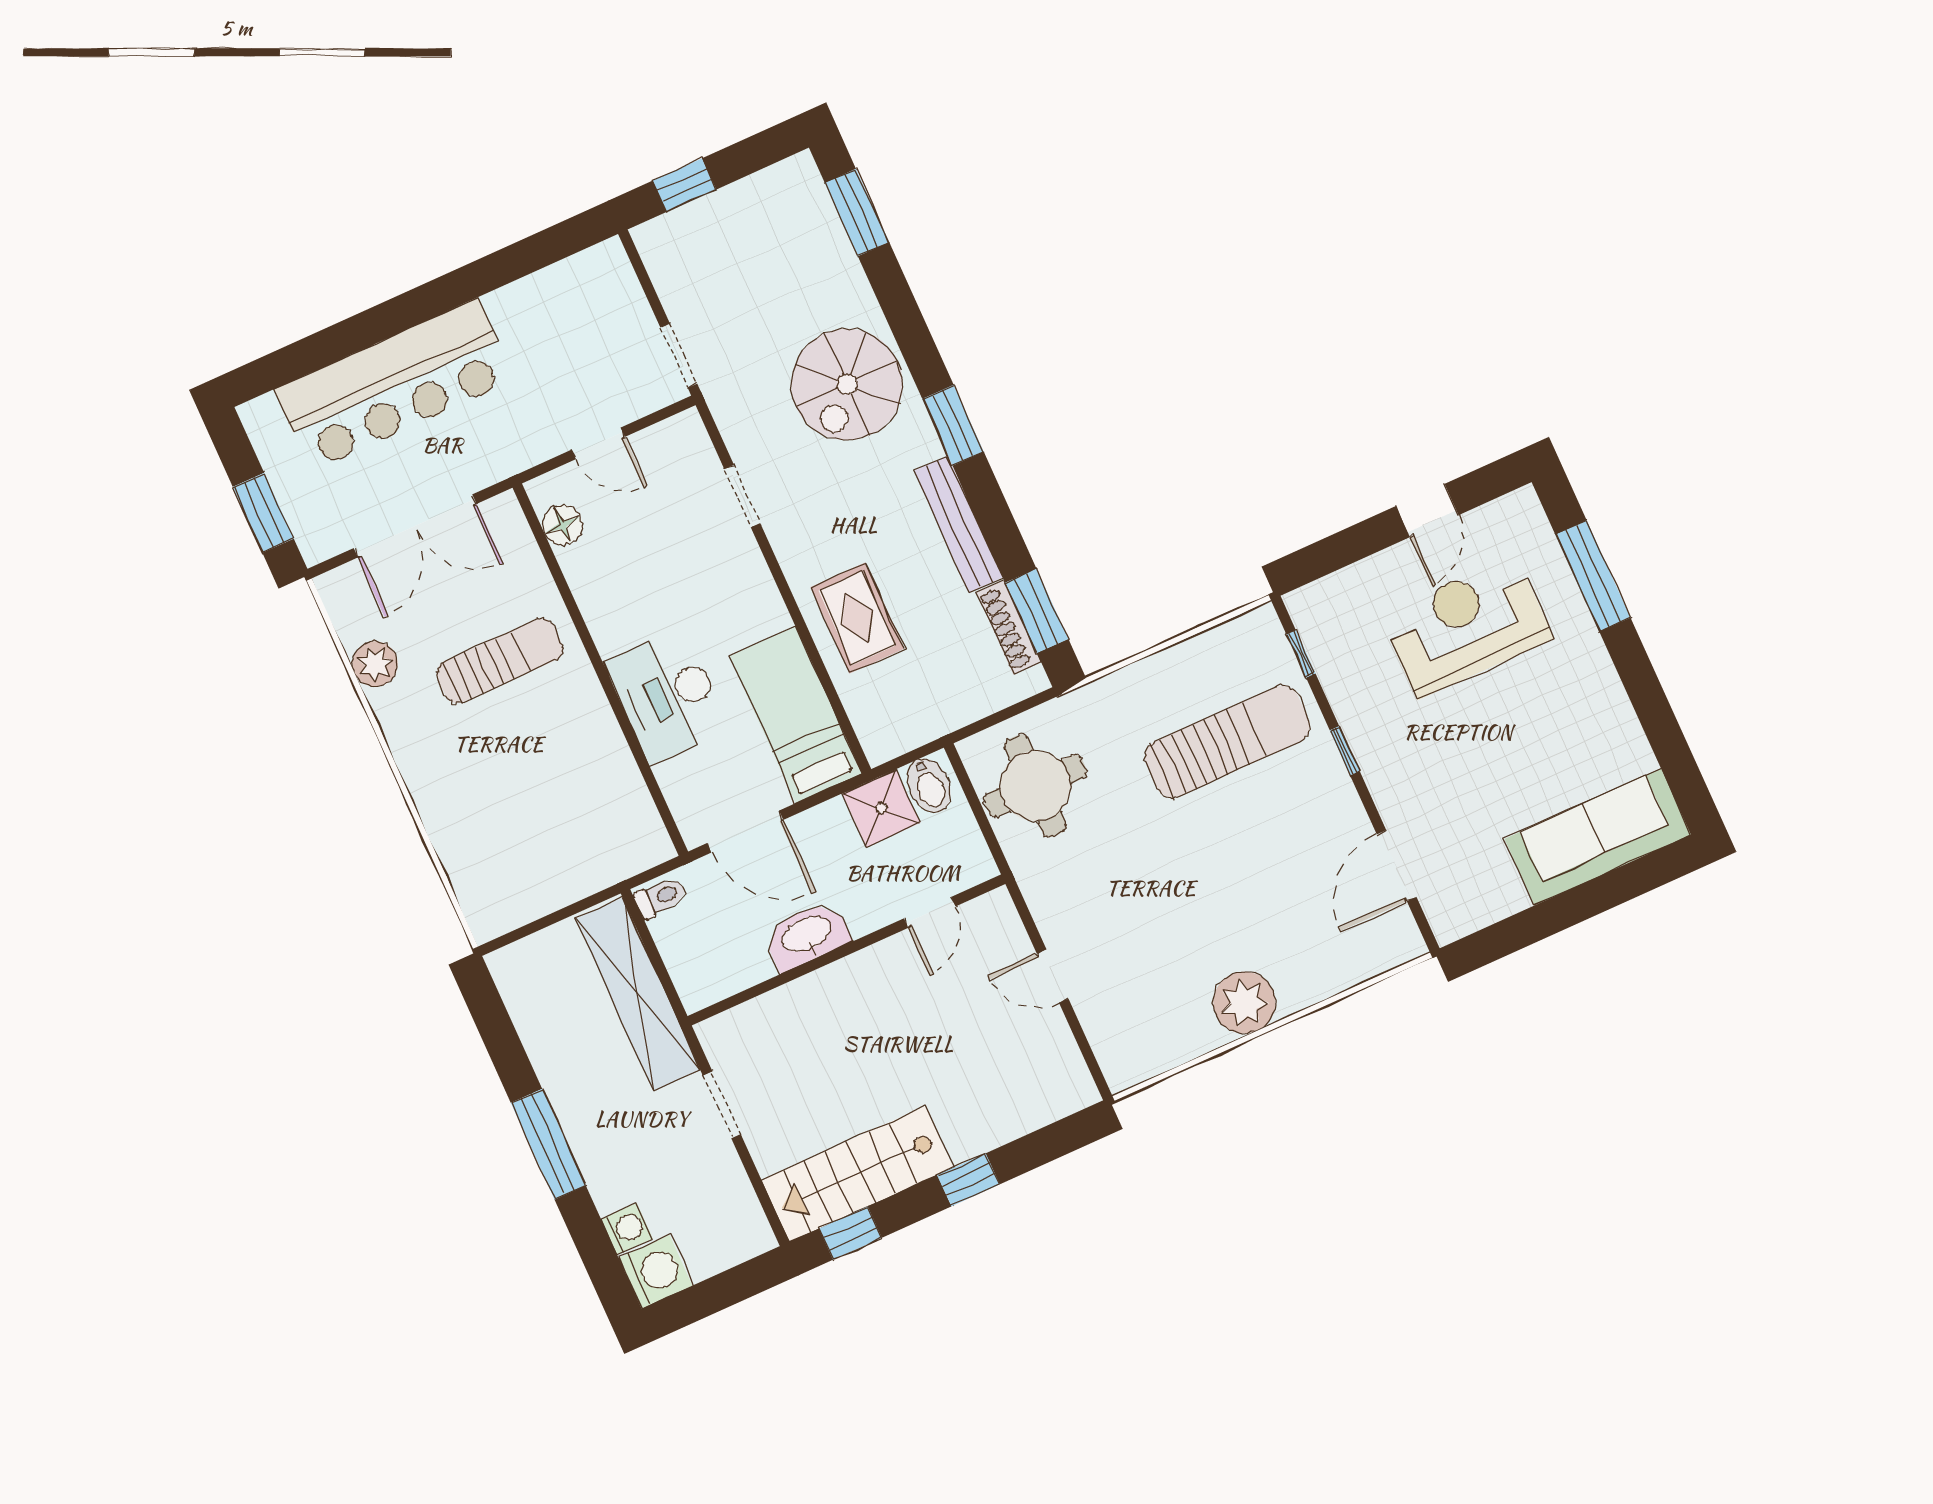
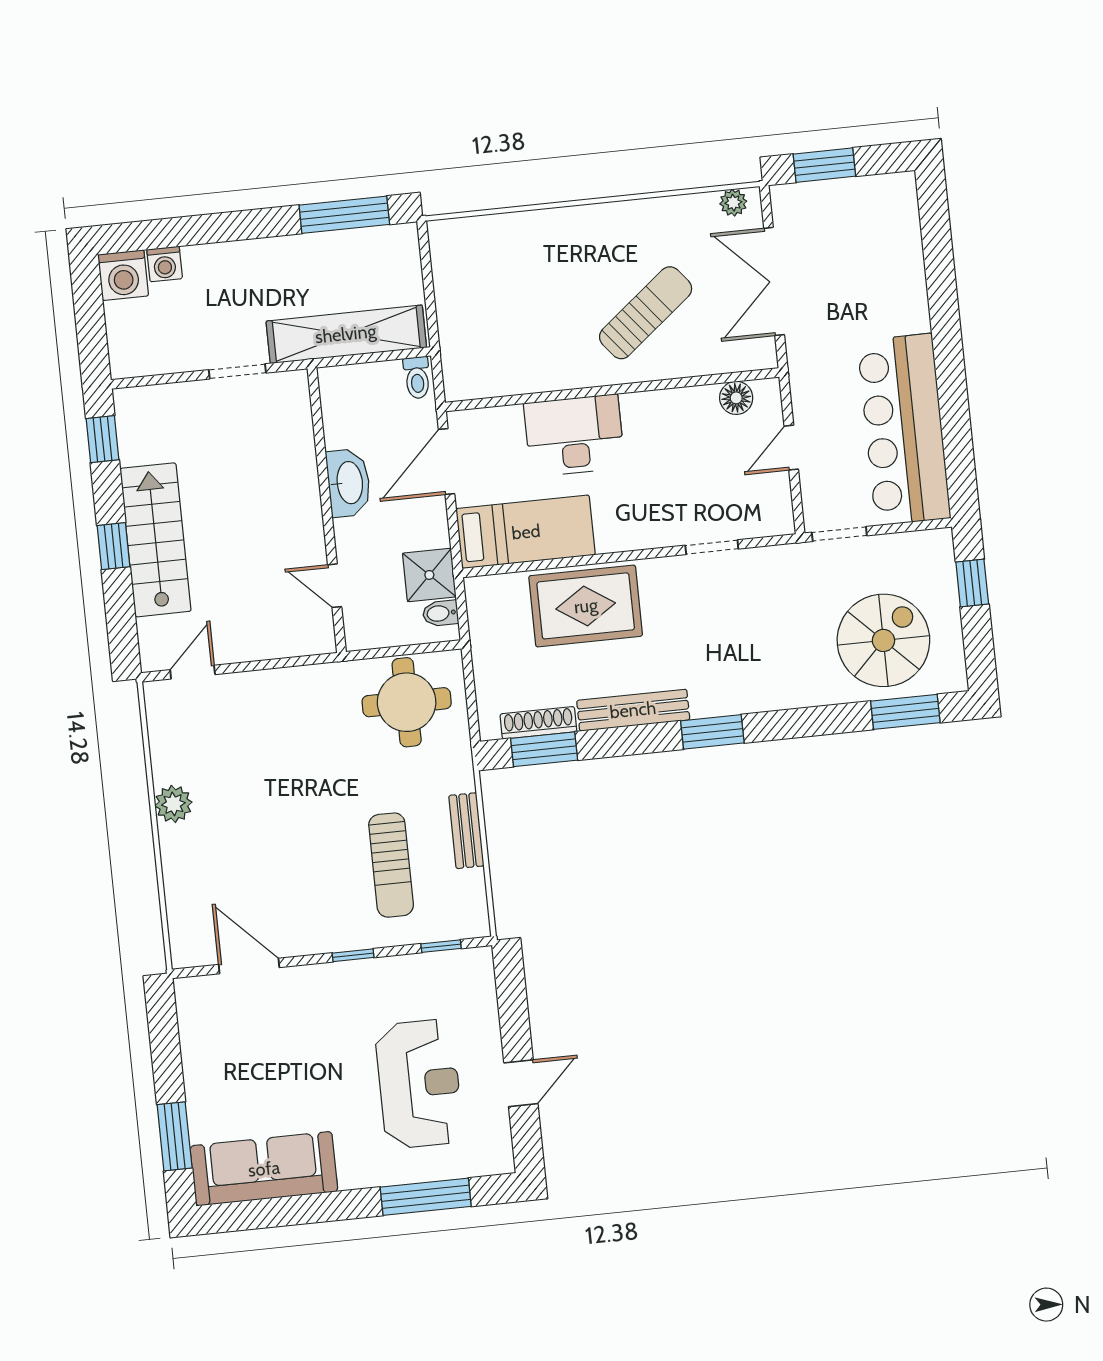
spiral stairs: (847, 384) -> (883, 640), moved, turned 90
bar counter: (394, 385) -> (904, 429), moved
door: (1427, 511) -> (521, 1083), swing flipped
rug: (857, 618) -> (586, 606), width x1.36, depth x1.43
sun lounger: (500, 661) -> (646, 313), turned -129
plant: (375, 664) -> (733, 203), moved, width x0.73, depth x0.73
bench: (1159, 669) -> (466, 831), added
sun lounger: (1227, 742) -> (391, 865), width x0.73, depth x0.75
bidet: (929, 786) -> (440, 613), width x0.72, depth x0.74
sofa: (1598, 837) -> (264, 1169), moved, turned -90
window: (1619, 886) -> (175, 1136), added
door: (1053, 976) -> (193, 672), moved
plant: (1244, 1003) -> (173, 804), width x0.73, depth x0.73
window: (548, 1144) -> (344, 215), moved
stairs: (857, 1174) -> (155, 540), moved

